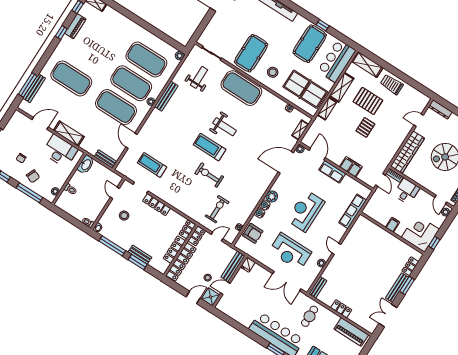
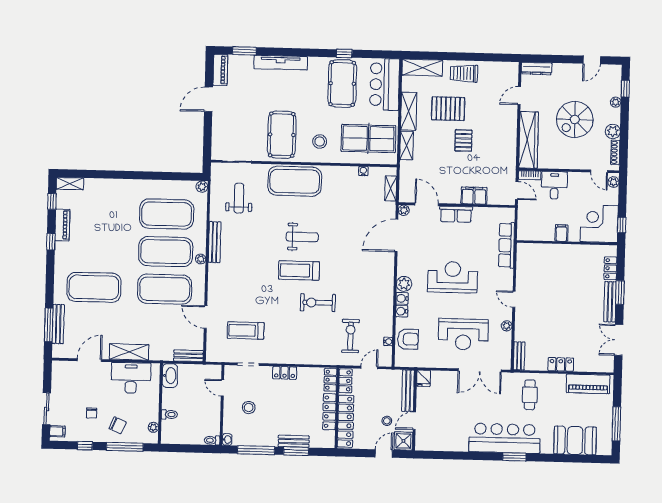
locker: (156, 205) -> (285, 373), width x0.66
reception desk: (306, 211) -> (453, 277), turned 90

